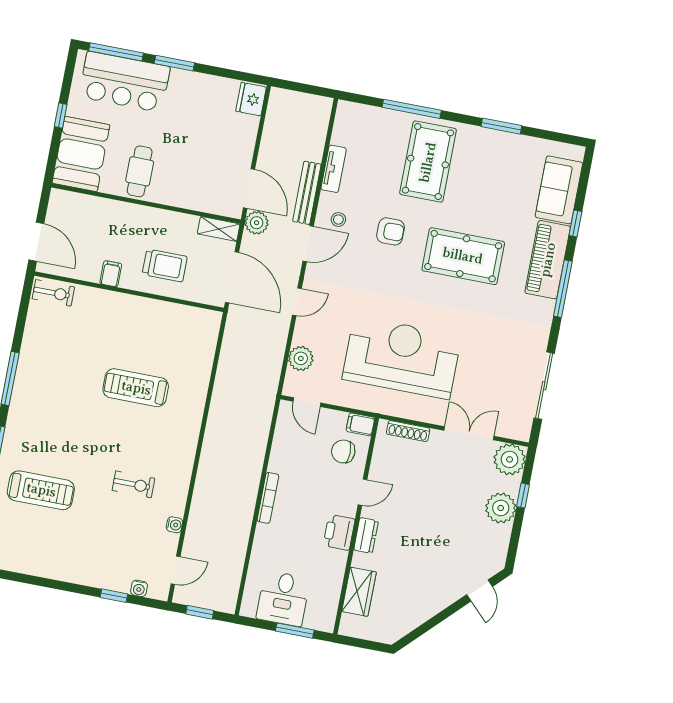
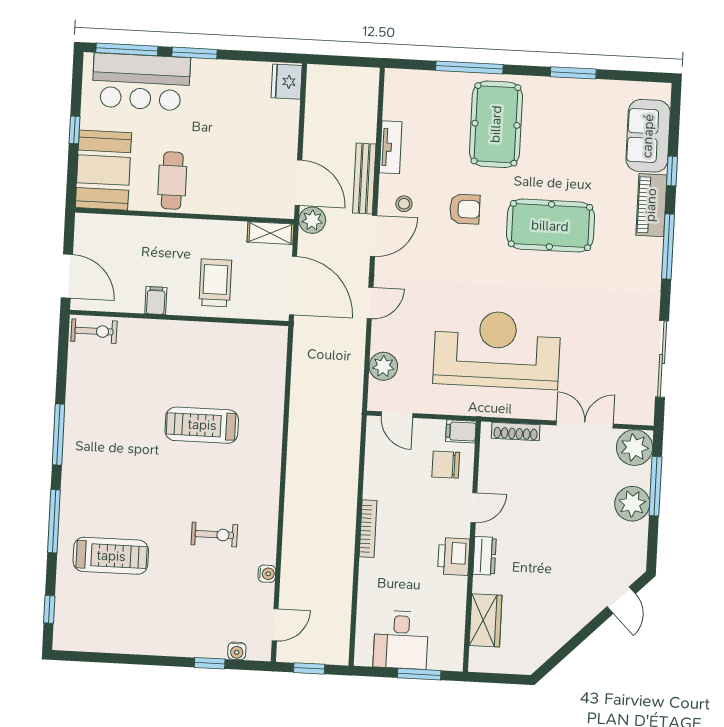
piano: (548, 260) -> (651, 205), width x0.73, depth x0.75
trolley: (165, 265) -> (215, 283), turned -90
window: (523, 496) -> (655, 486), width x2.17

